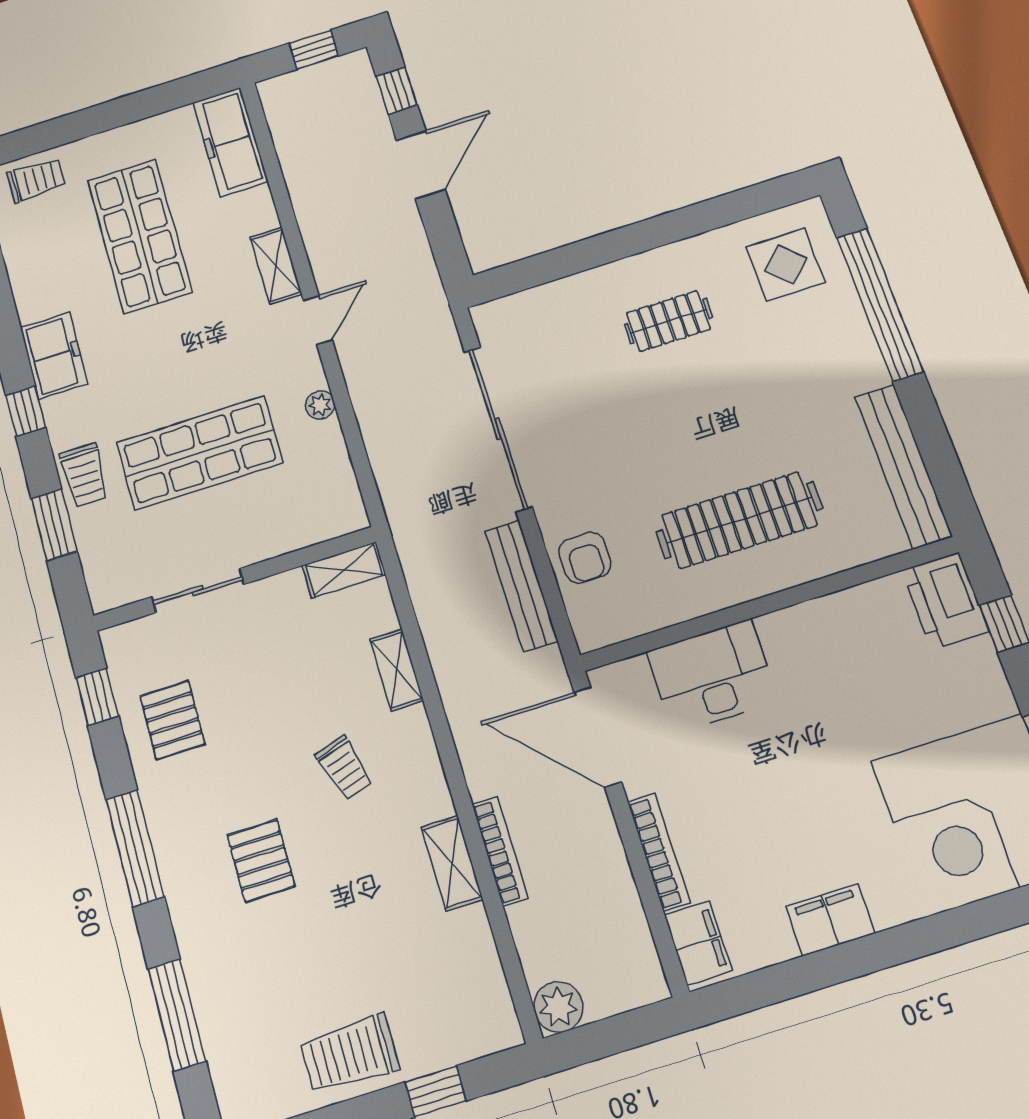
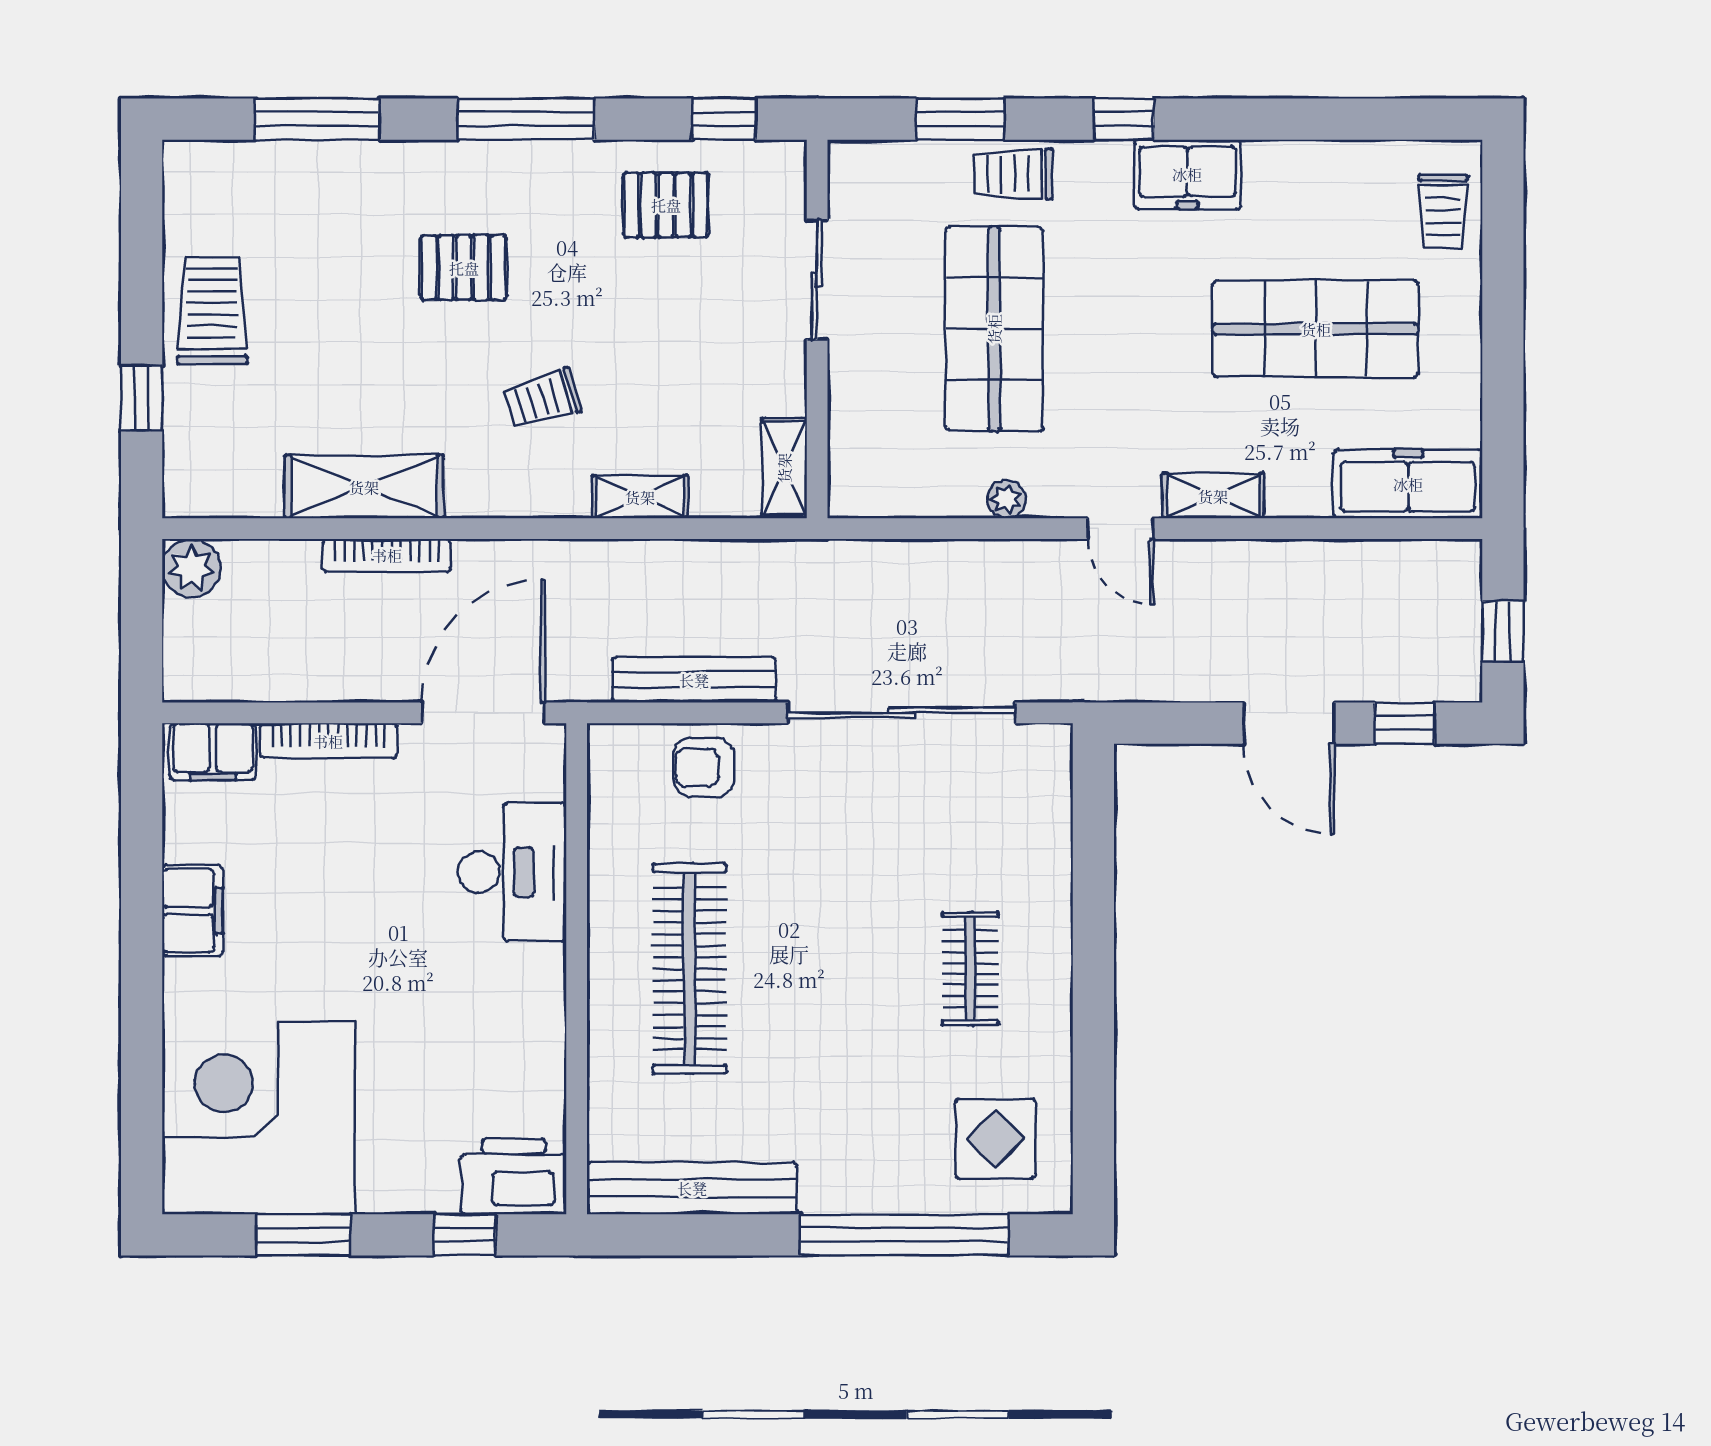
shelving: (452, 863) -> (364, 487), width x1.50, depth x1.33

